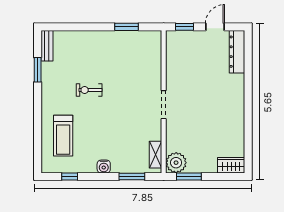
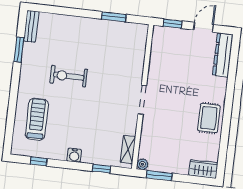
exercise bike: (89, 90) -> (69, 76), width x1.38, depth x1.39
rug: (231, 115) -> (209, 118), added
treadmill: (63, 136) -> (37, 119), turned 180
plant: (176, 163) -> (142, 164), width x0.53, depth x0.53
window: (132, 176) -> (102, 169), width x0.67

